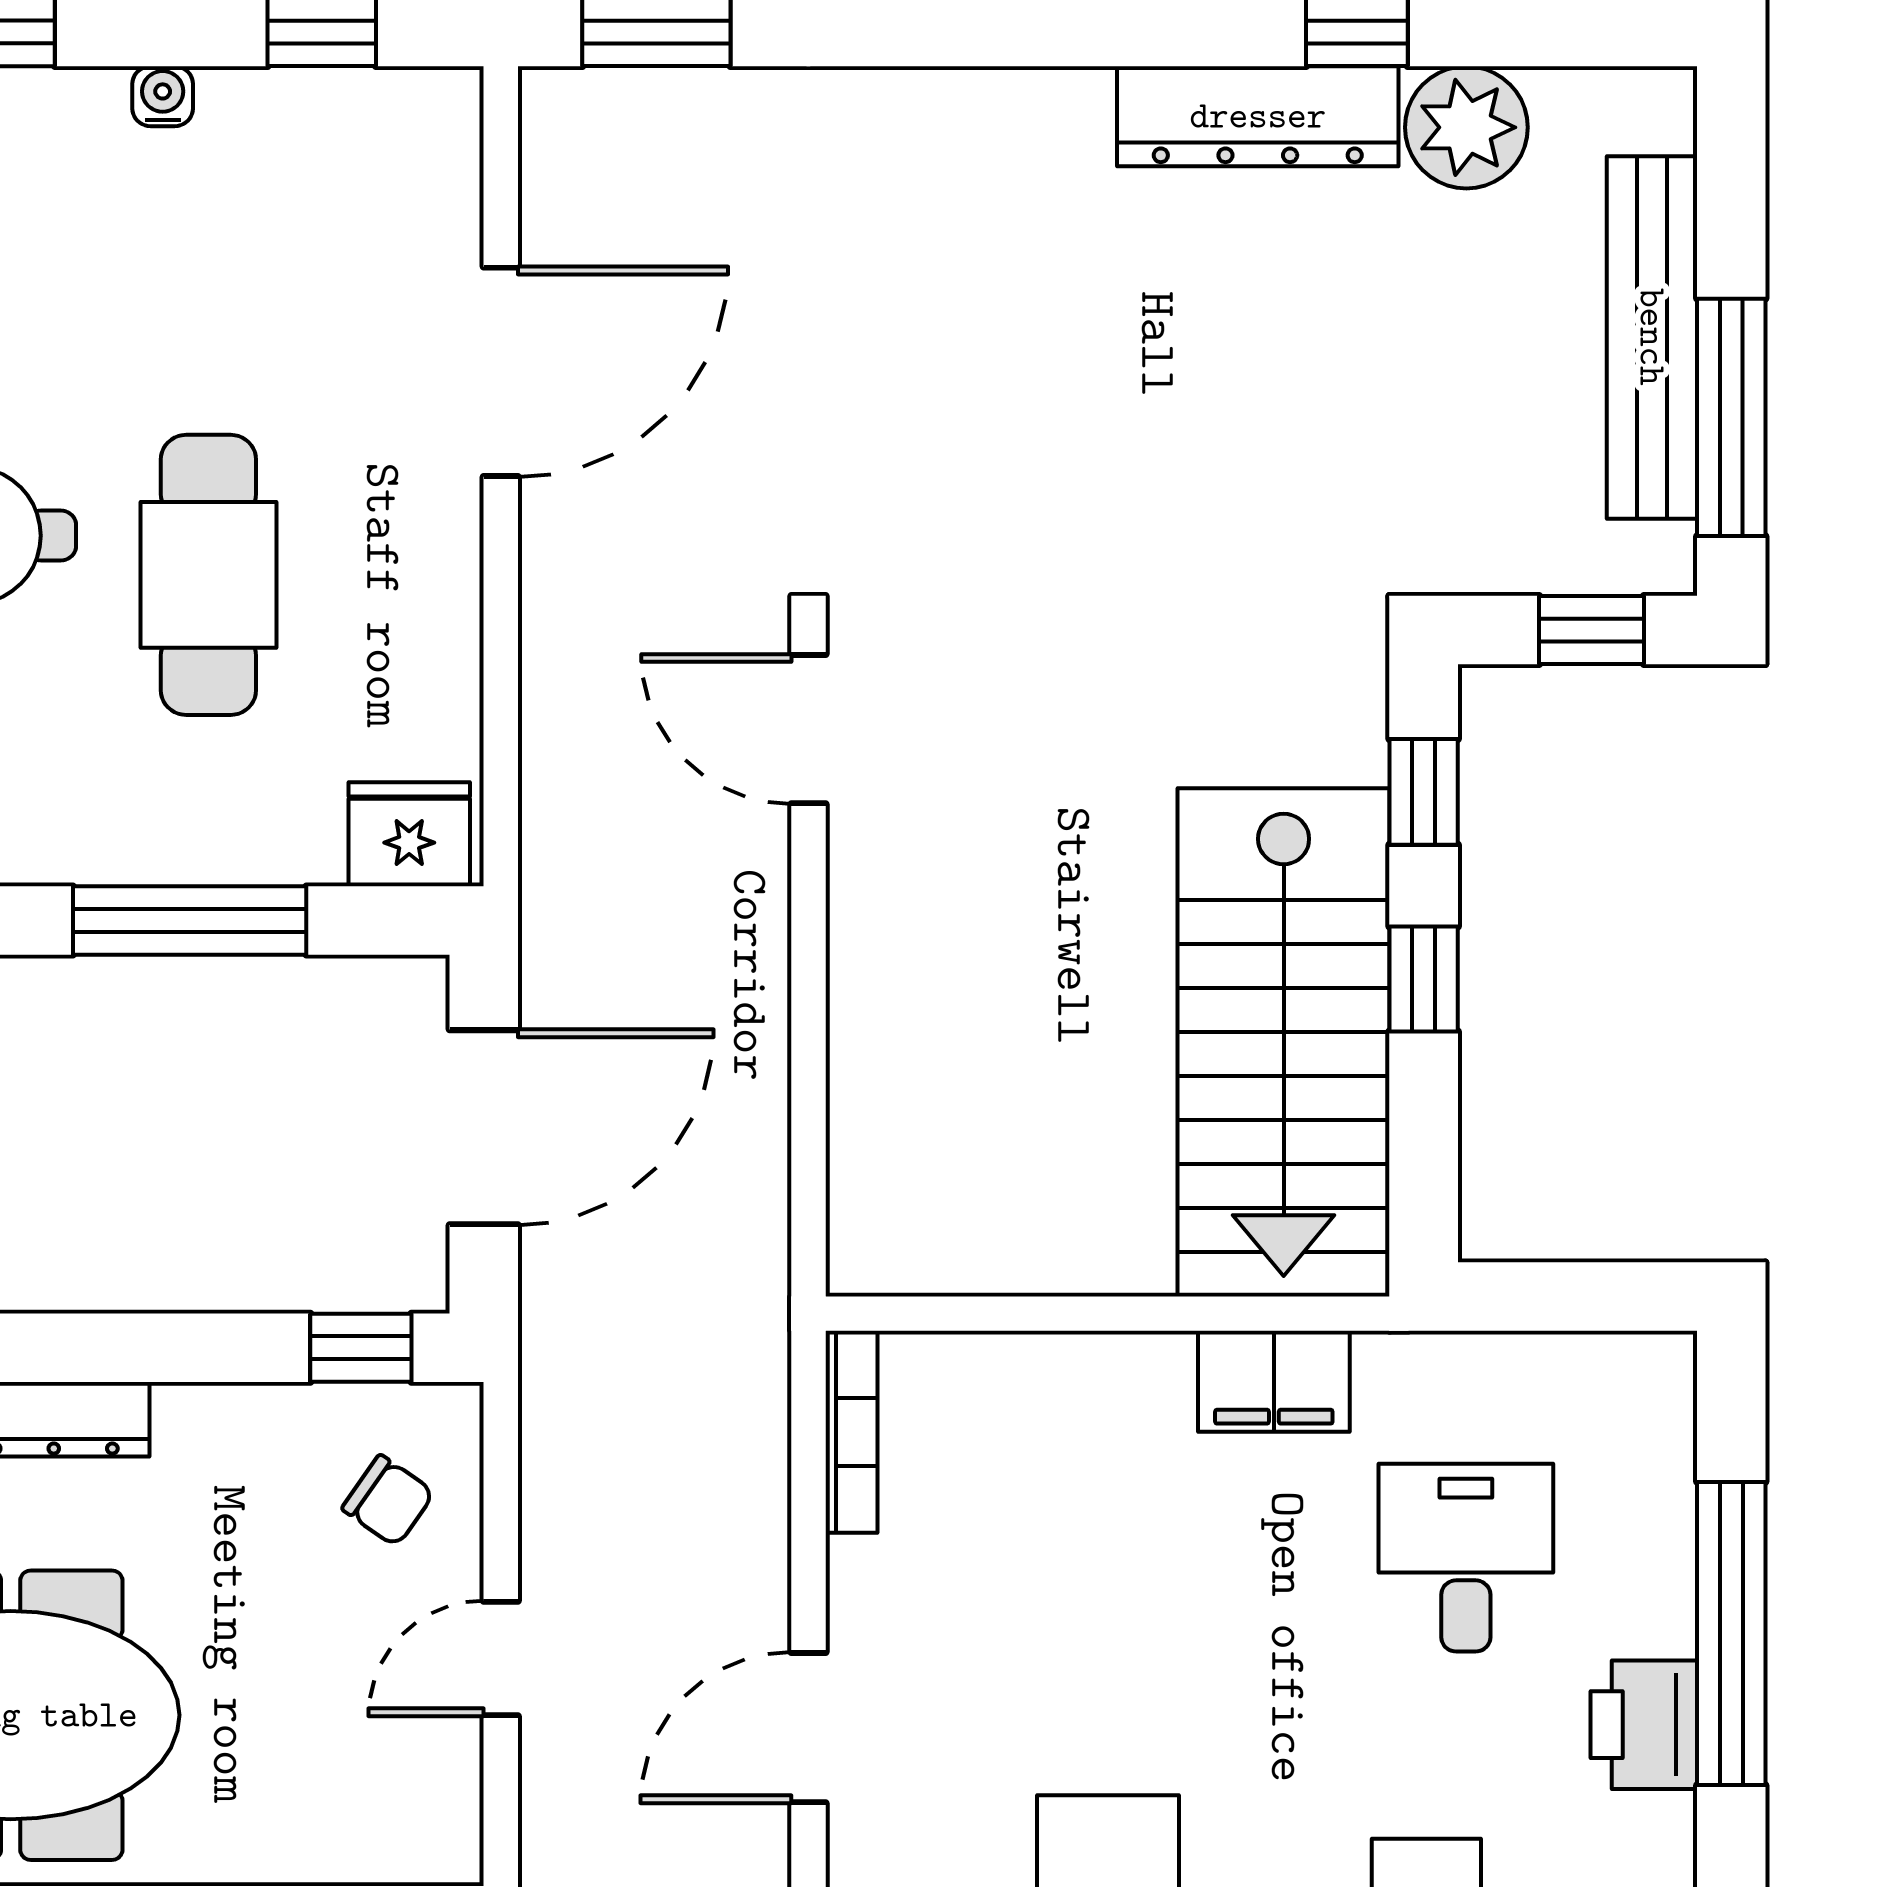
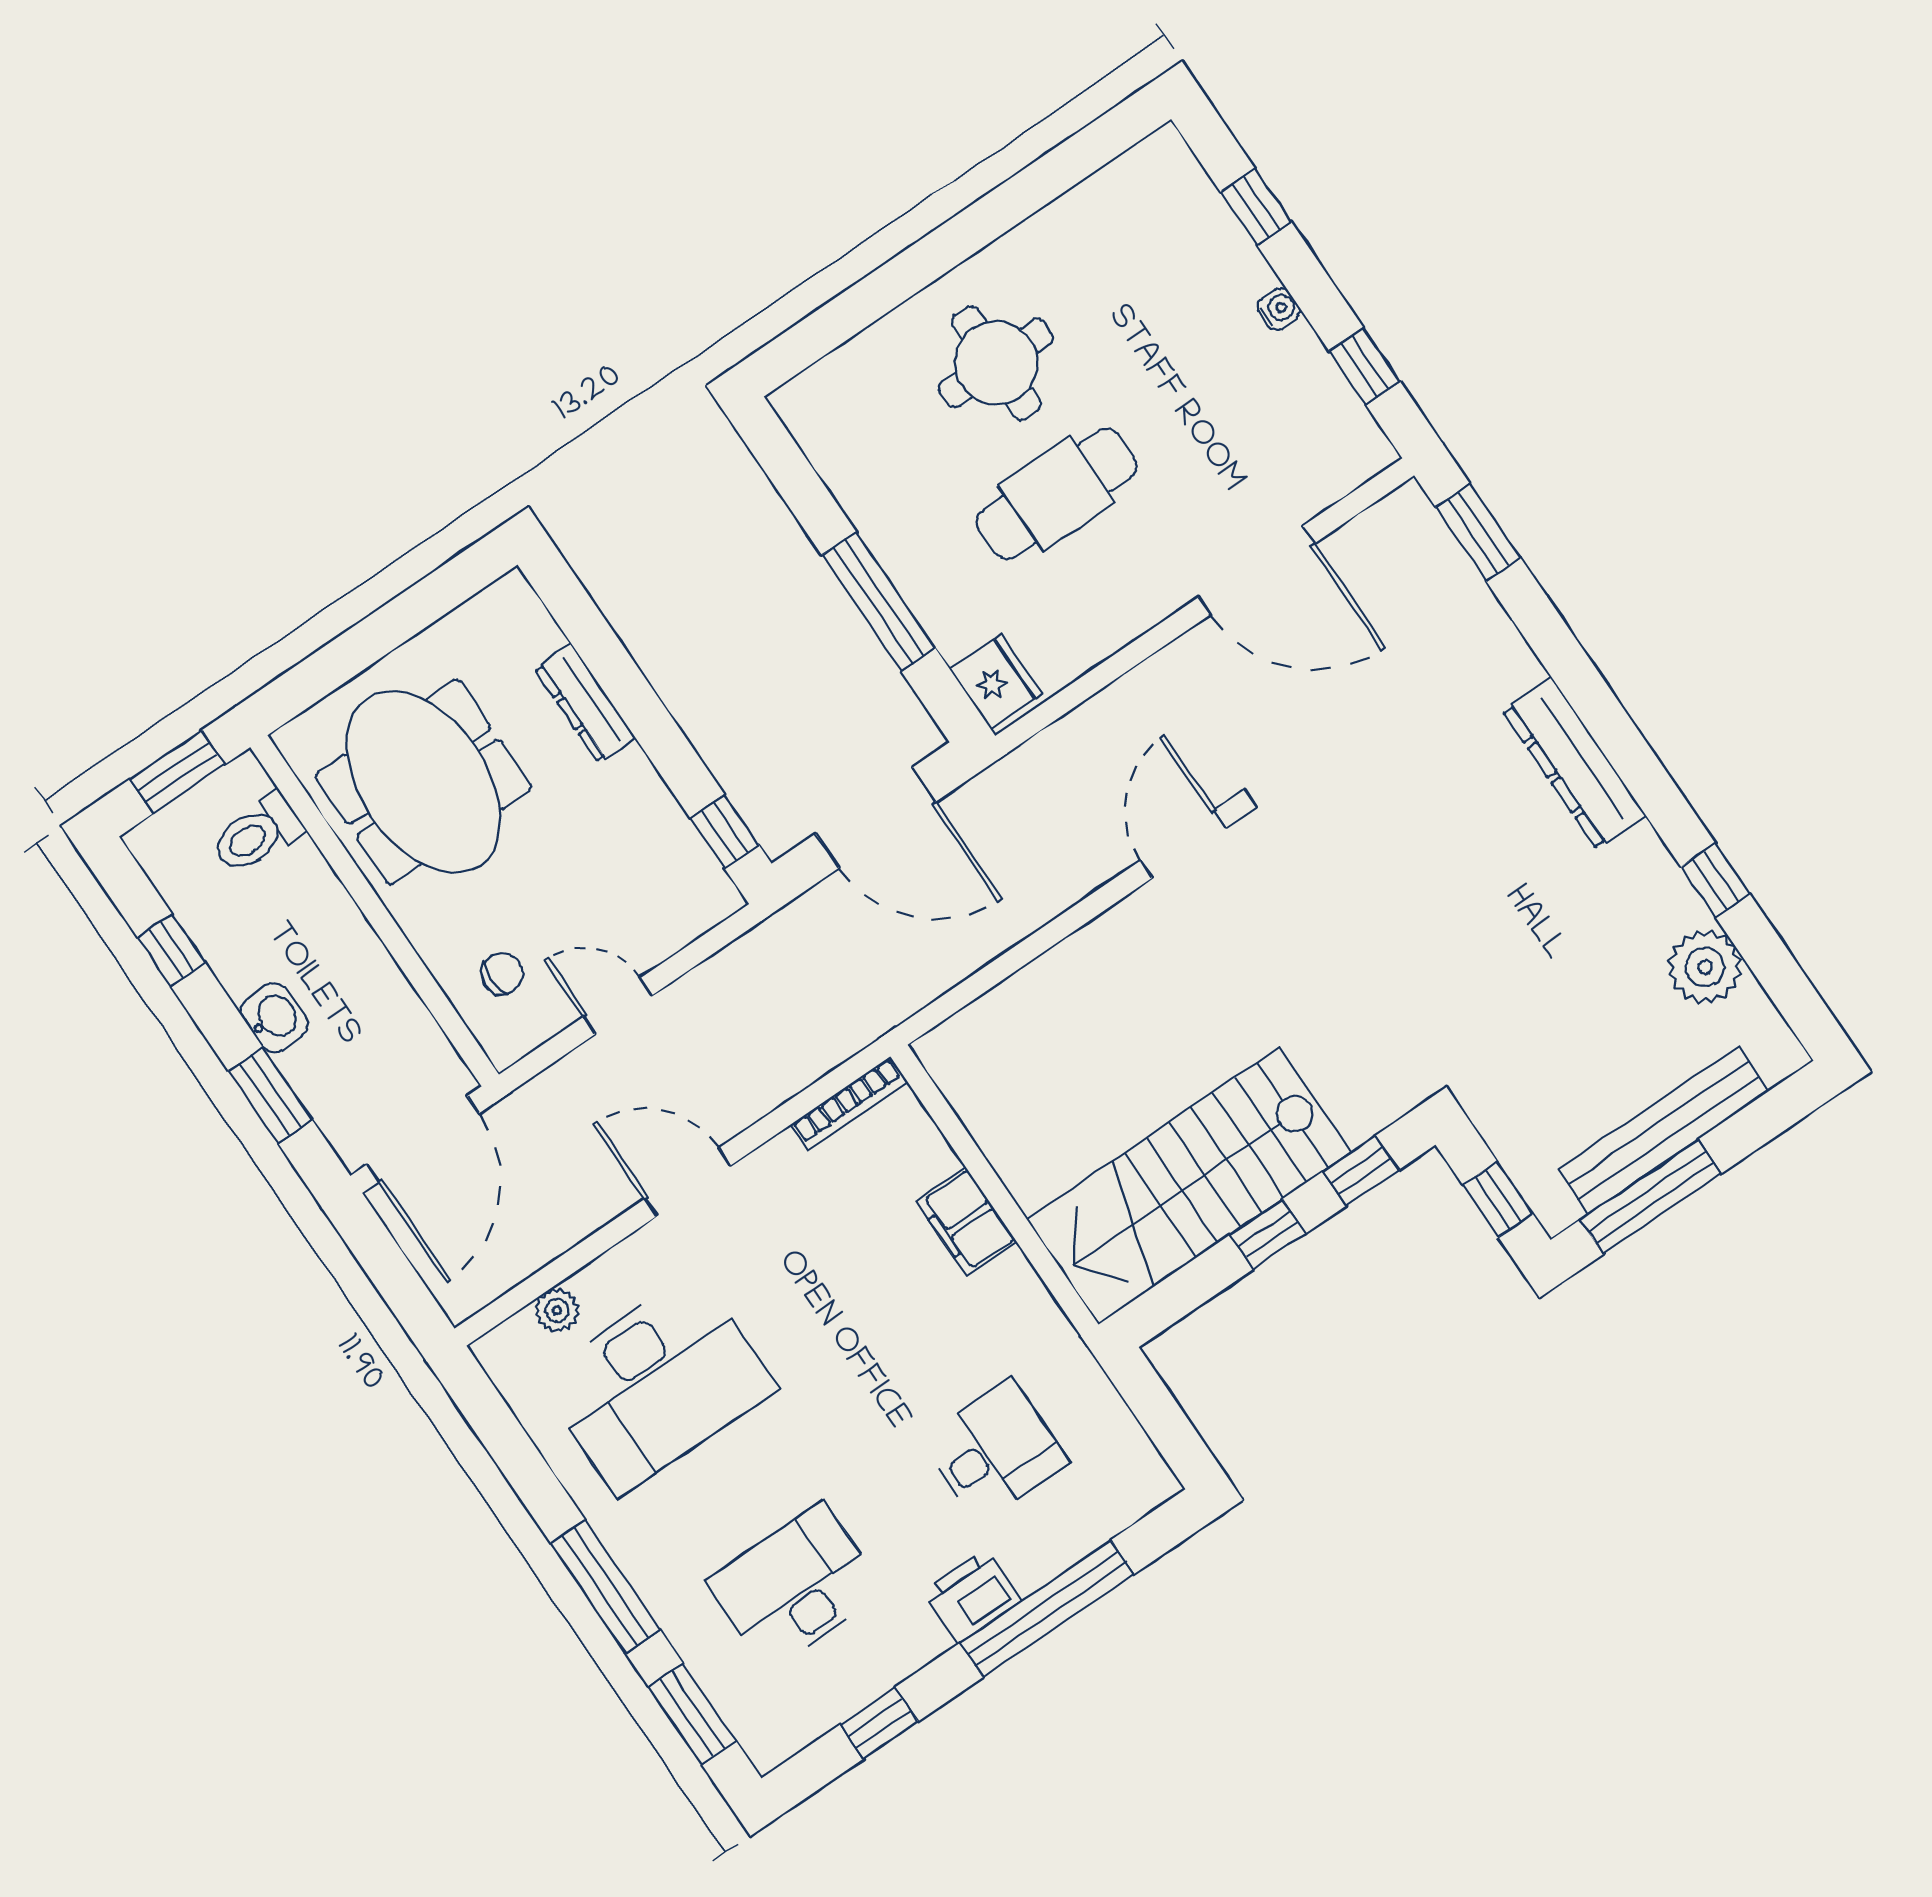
dresser: (1258, 116) -> (1574, 763), moved
filing cabinet: (1274, 1381) -> (966, 1221), moved
chair: (388, 1501) -> (502, 973), moved, turned -125

